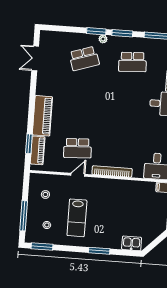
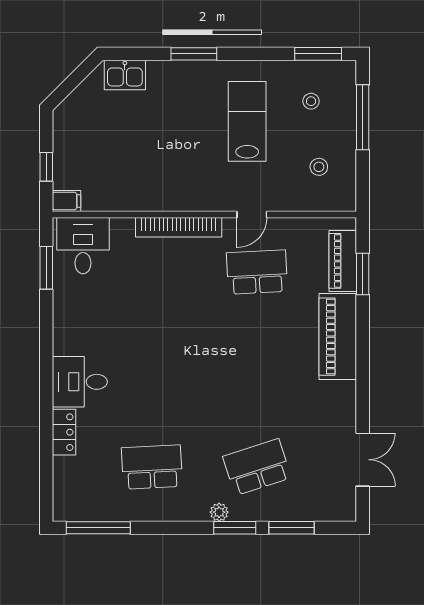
window: (122, 33) -> (292, 528), moved

